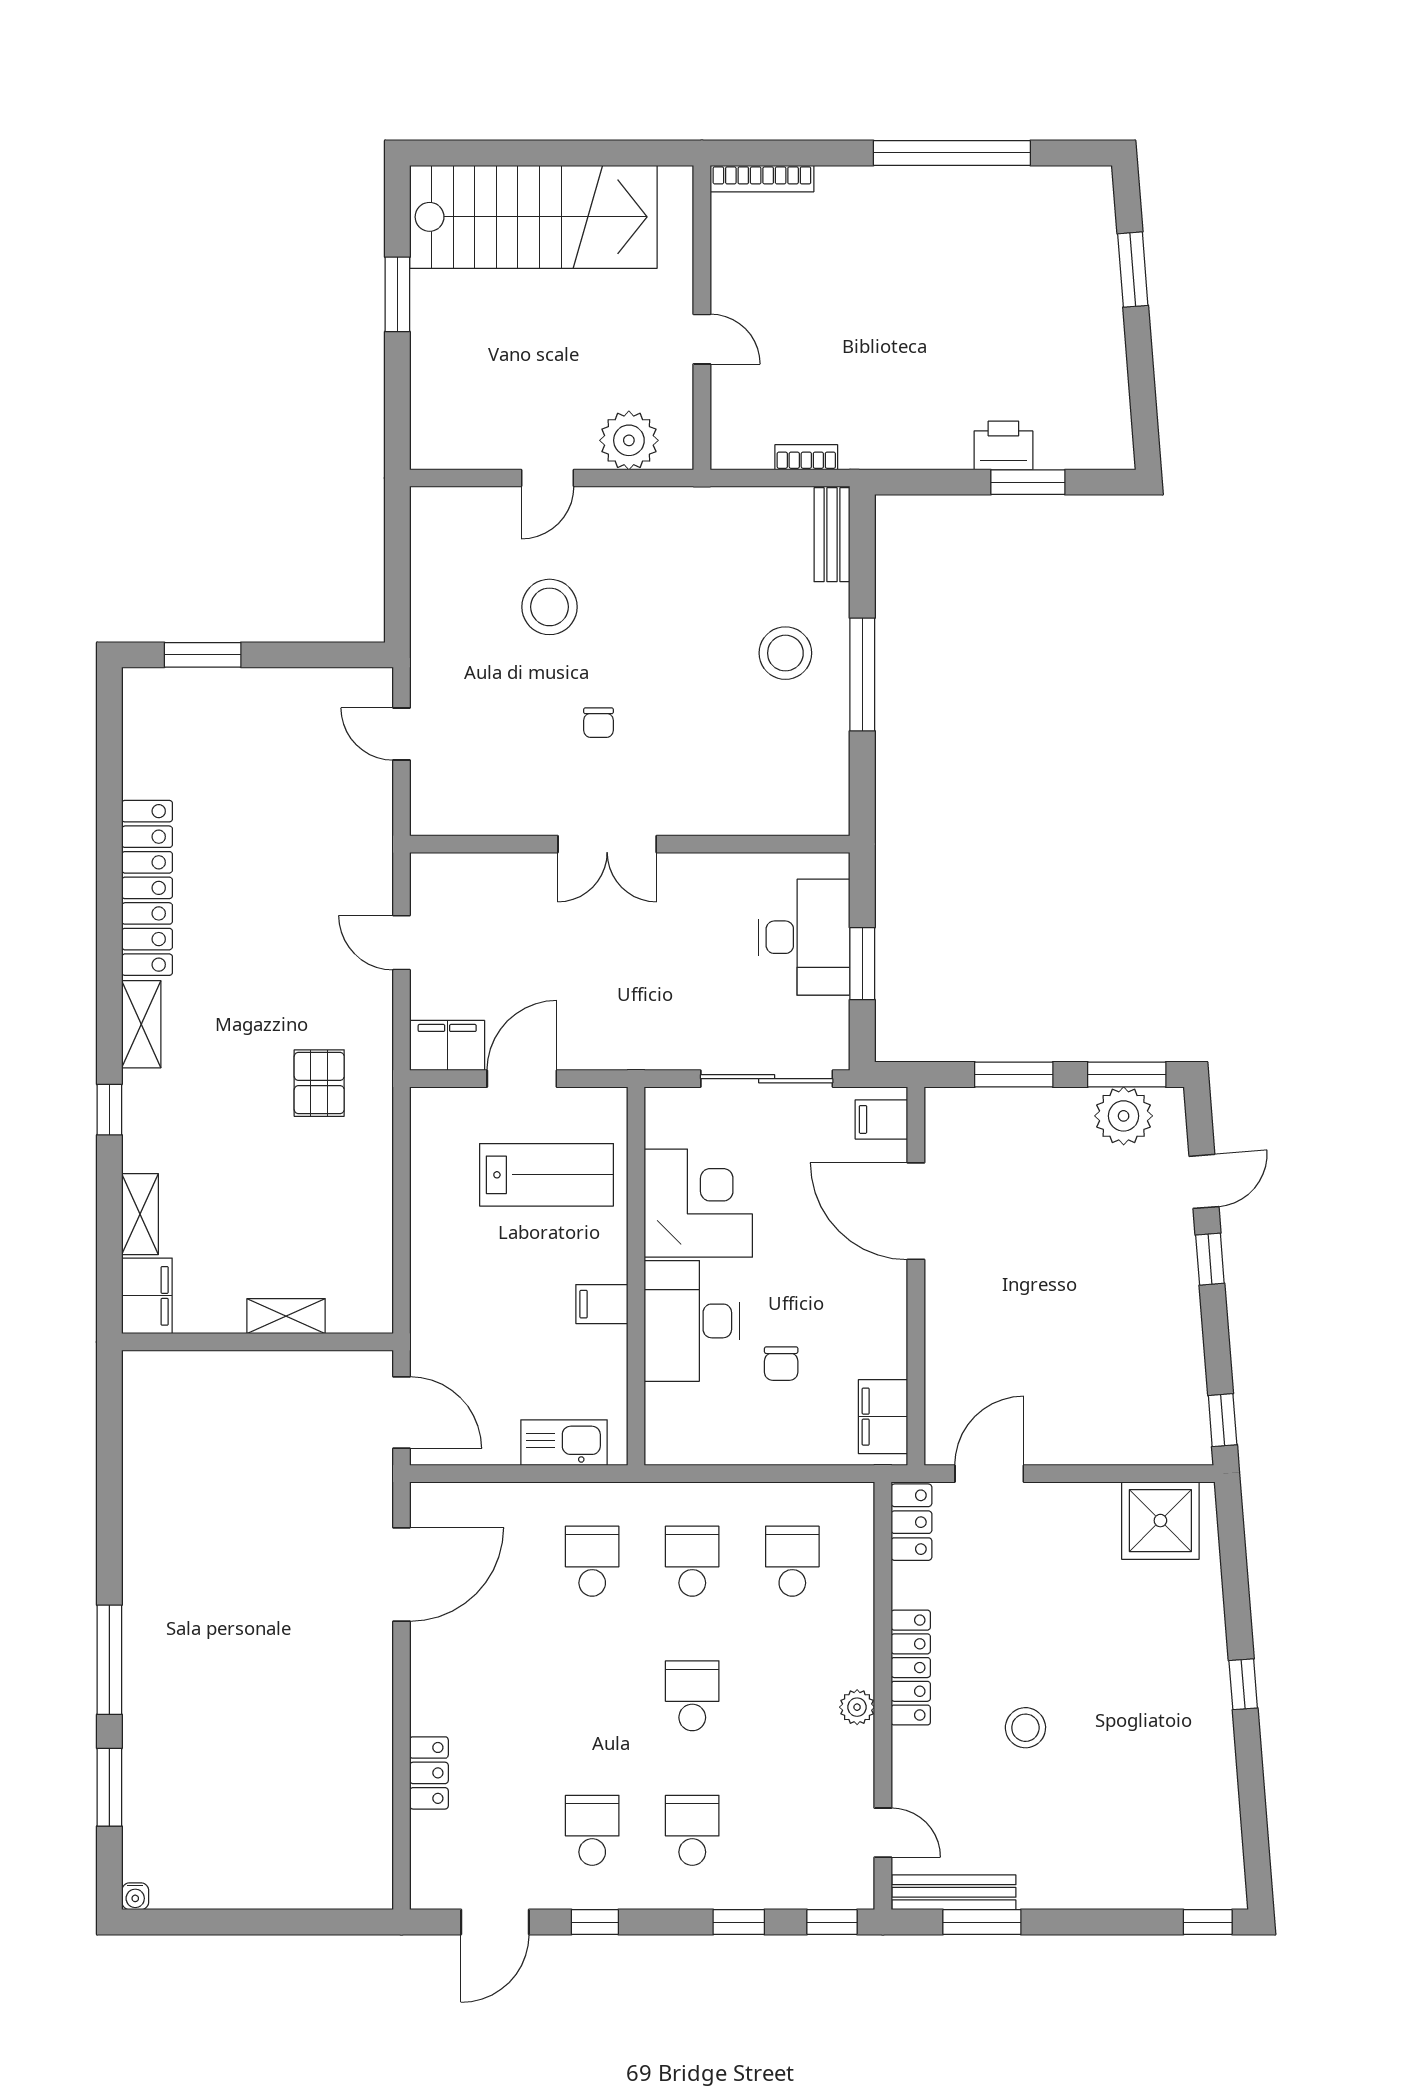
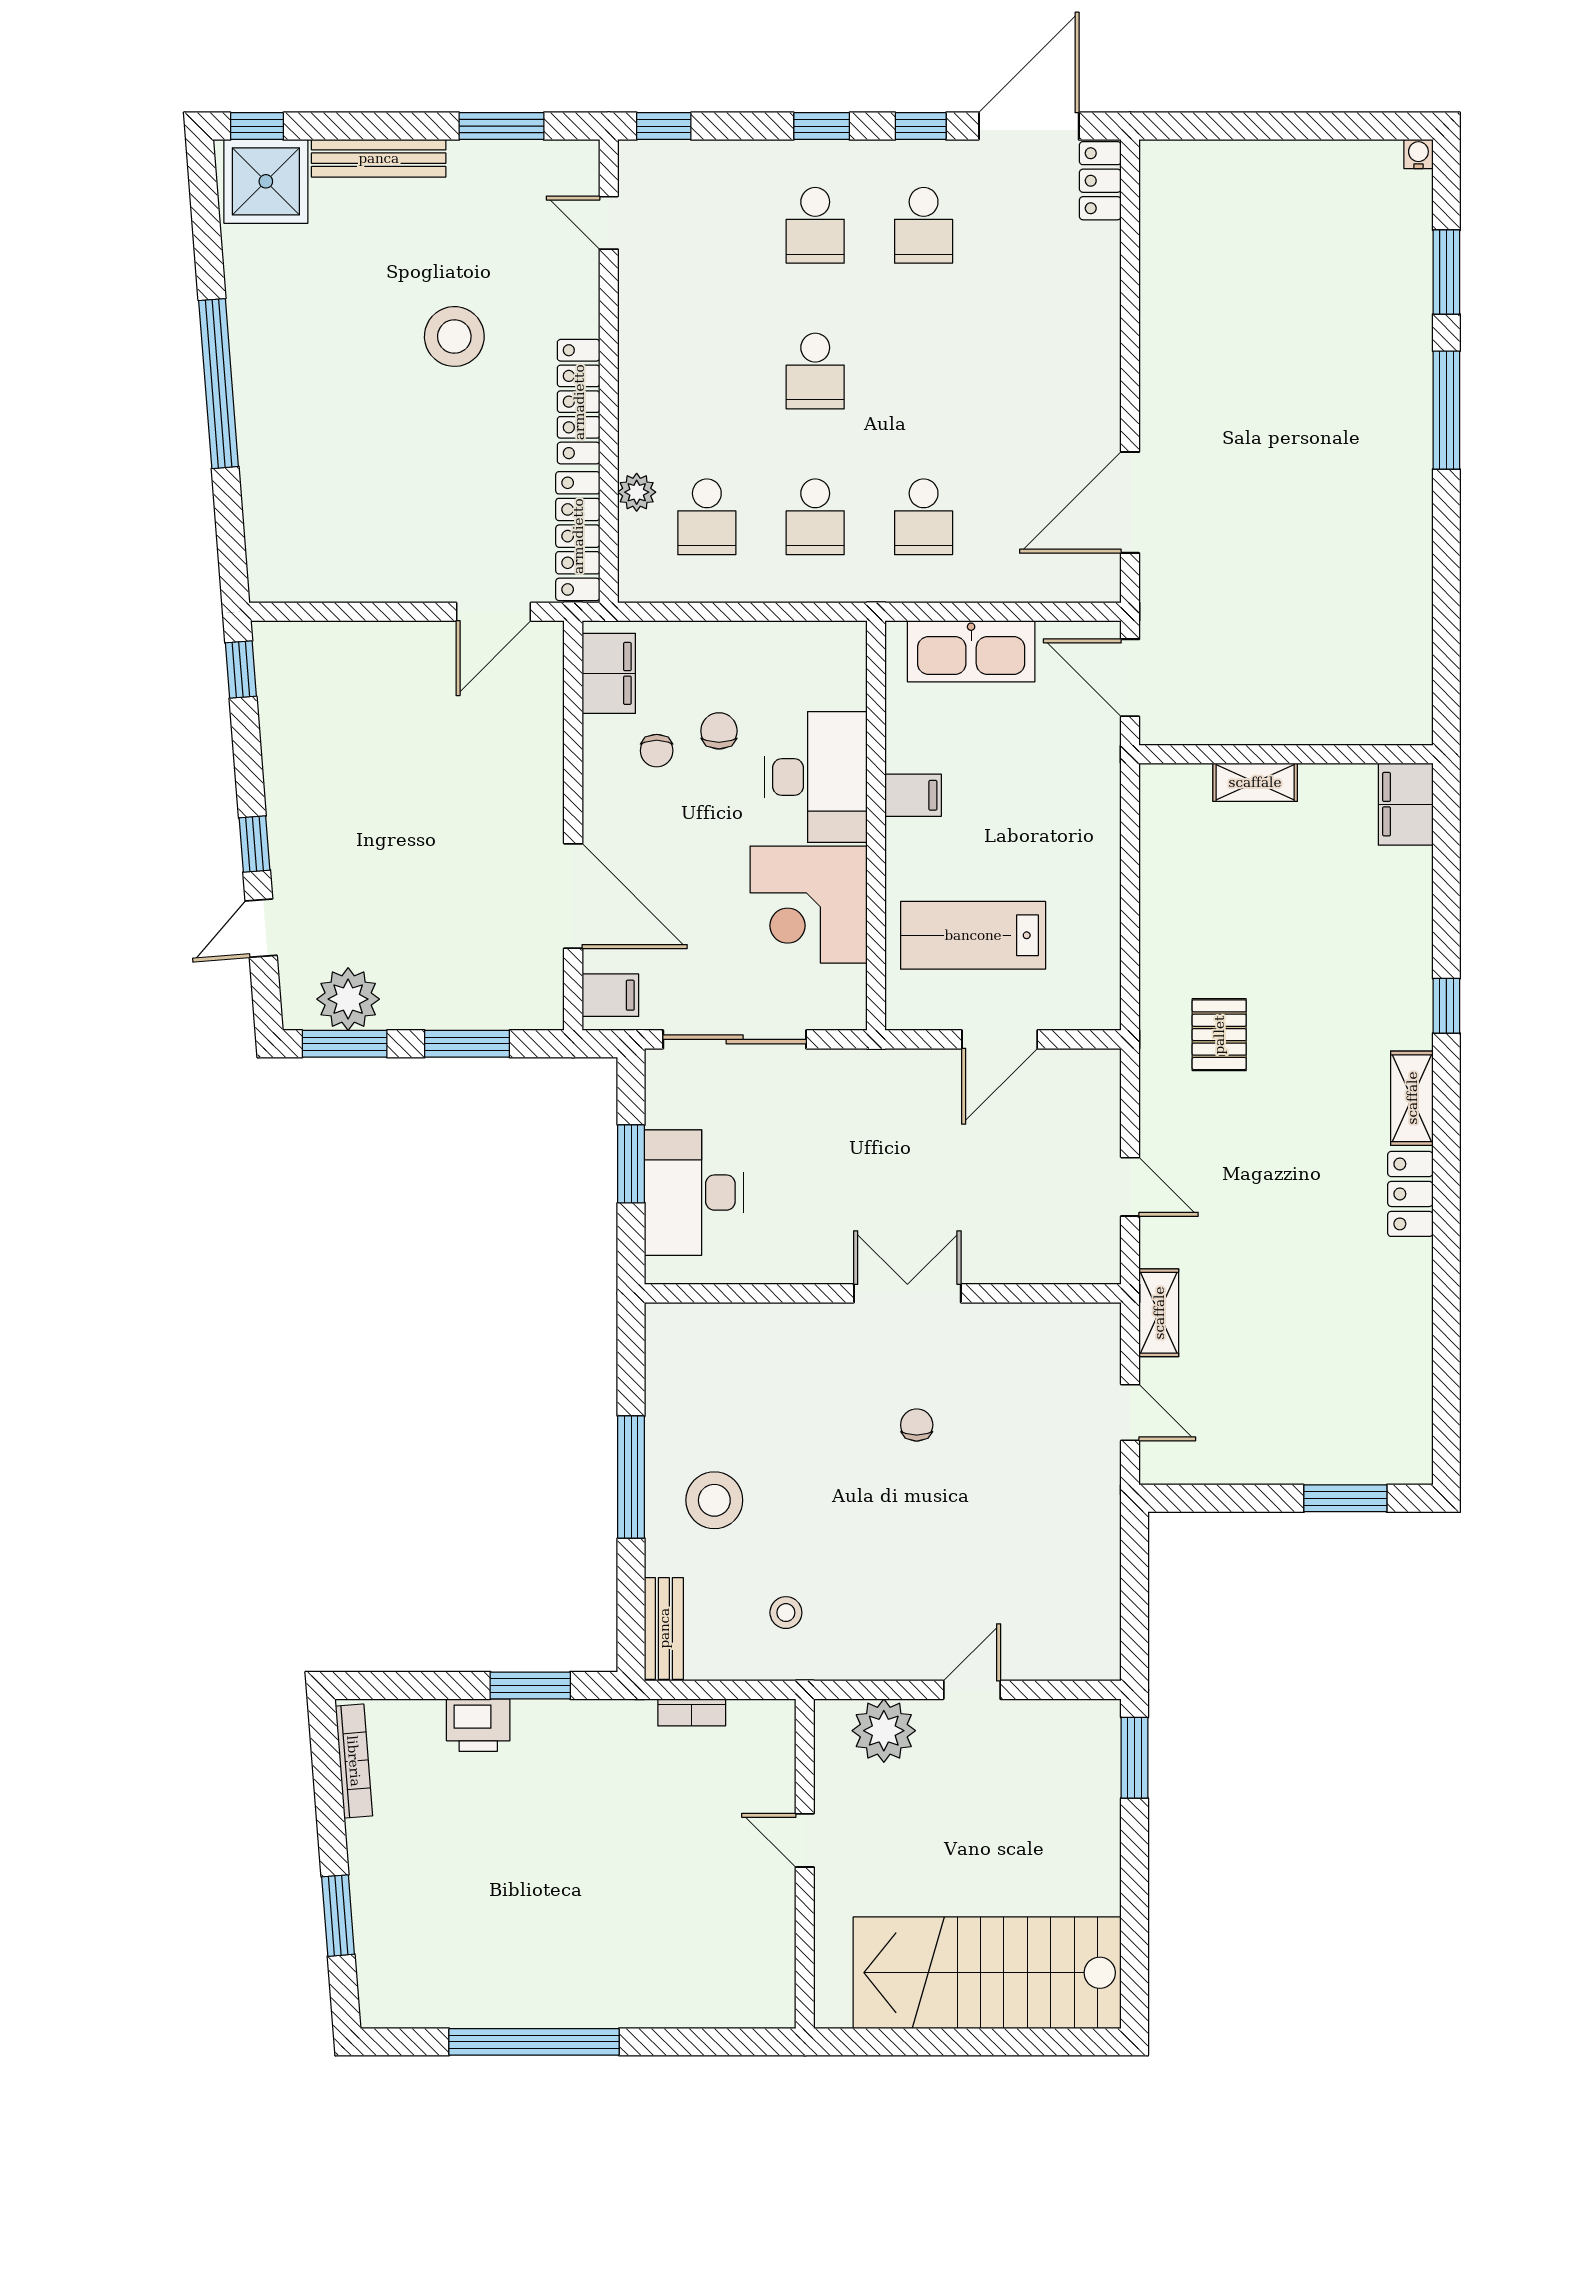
bookcase: (762, 179) -> (354, 1761), moved, turned 86
window: (397, 294) -> (1134, 1758), moved
window: (1028, 482) -> (530, 1685), moved
stool: (550, 607) -> (786, 1613), moved, width x0.53, depth x0.53
locker: (147, 888) -> (1410, 1194), width x0.46, depth x0.83
filing cabinet: (447, 1045) -> (1081, 1075), removed
shelving: (140, 1214) -> (1159, 1313), moved
chair: (839, 1345) -> (657, 751), added
kitchen sink: (564, 1443) -> (971, 651), width x1.36, depth x1.24
shower: (1160, 1521) -> (266, 181), moved
locker: (911, 1522) -> (578, 536), width x1.53
window: (1243, 1684) -> (219, 384), width x3.17
plant: (857, 1707) -> (637, 492), moved
stool: (1025, 1728) -> (454, 336), width x1.38, depth x1.38
locker: (429, 1773) -> (1100, 181), moved
bench: (954, 1892) -> (379, 158), moved
door: (495, 1922) -> (1029, 126), width x1.36
window: (739, 1922) -> (822, 126), moved

